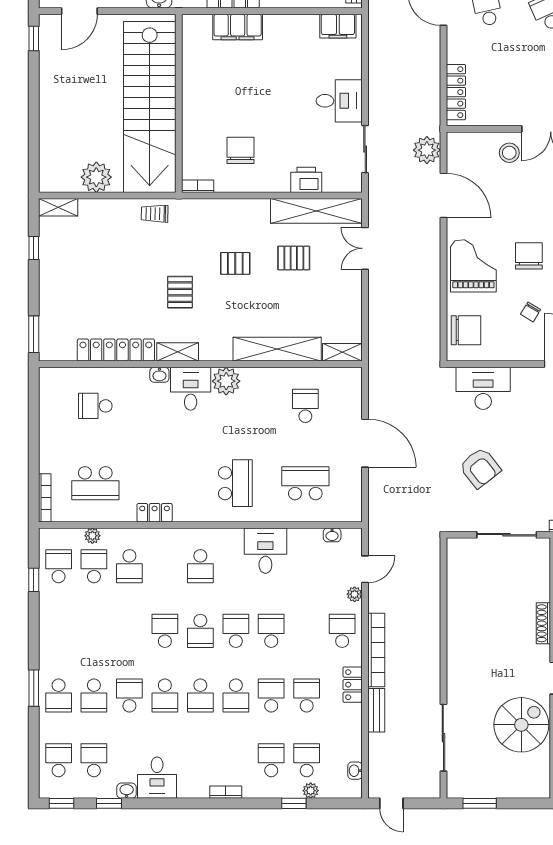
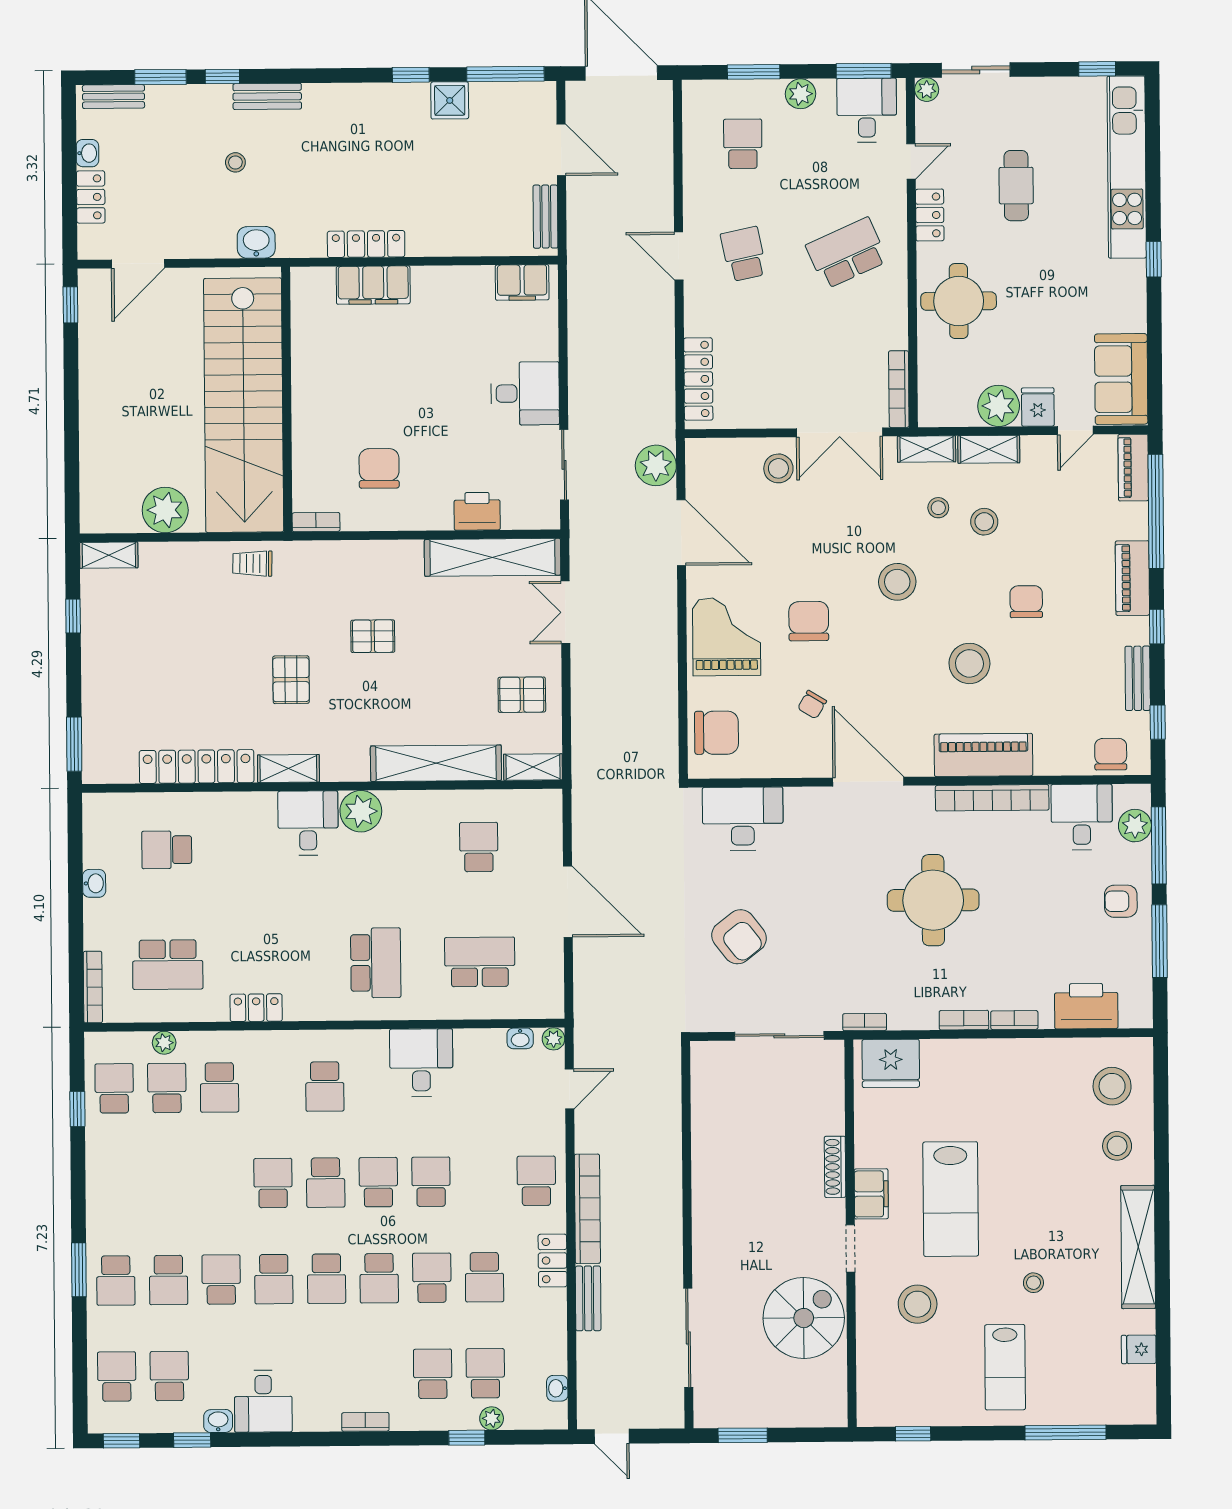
pallet: (294, 258) -> (522, 695), moved
washbasin: (159, 375) -> (94, 883), moved, turned -90
plant: (355, 594) -> (553, 1039), moved
school desk: (307, 696) -> (484, 1277), turned 180

